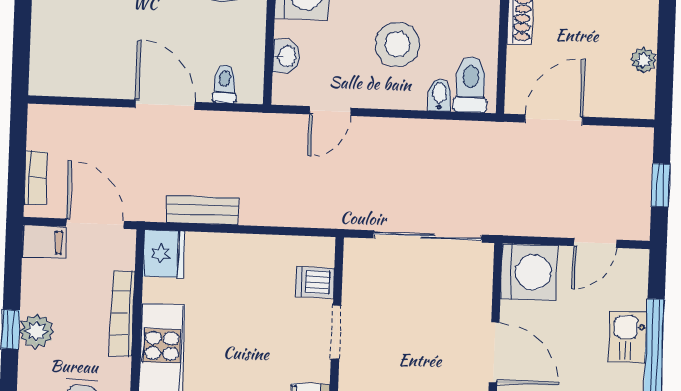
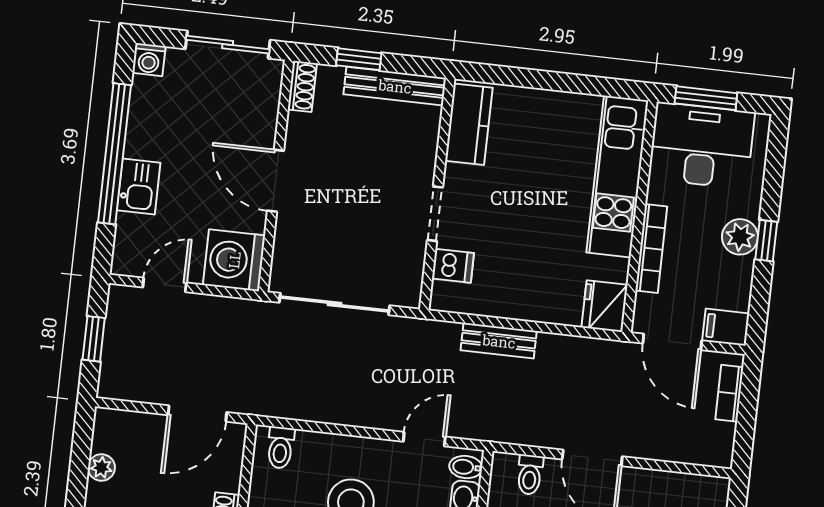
toilet: (471, 85) -> (280, 448), width x0.73, depth x0.72
bidet: (440, 95) -> (466, 467), moved, turned 90
bench: (202, 210) -> (499, 341), moved

